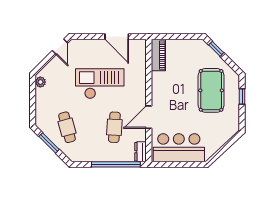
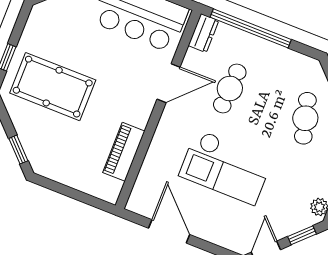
piano: (158, 55) -> (124, 152), moved
window: (44, 63) -> (302, 235), added
pool table: (211, 90) -> (53, 87), turned 90

